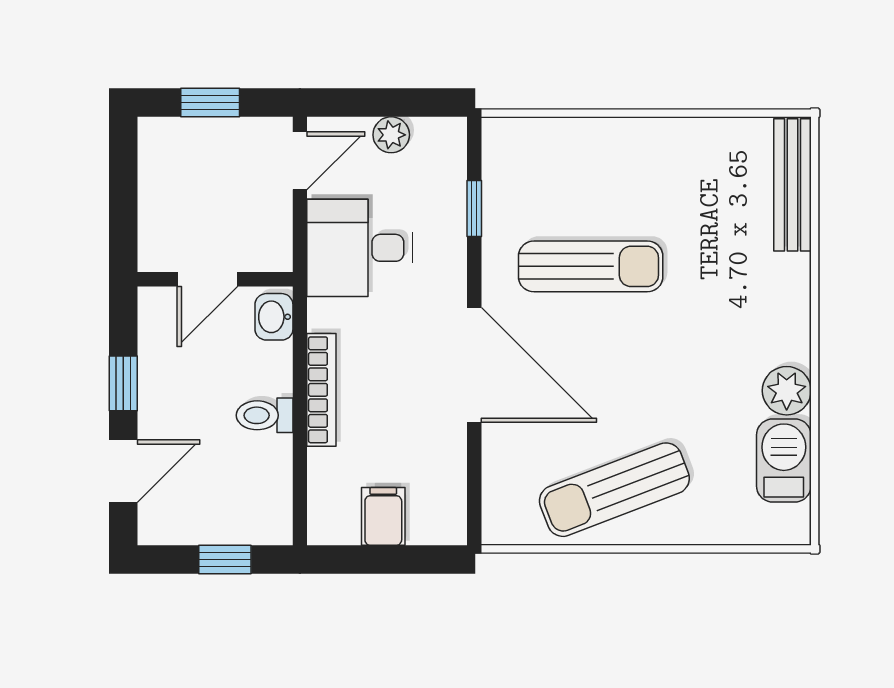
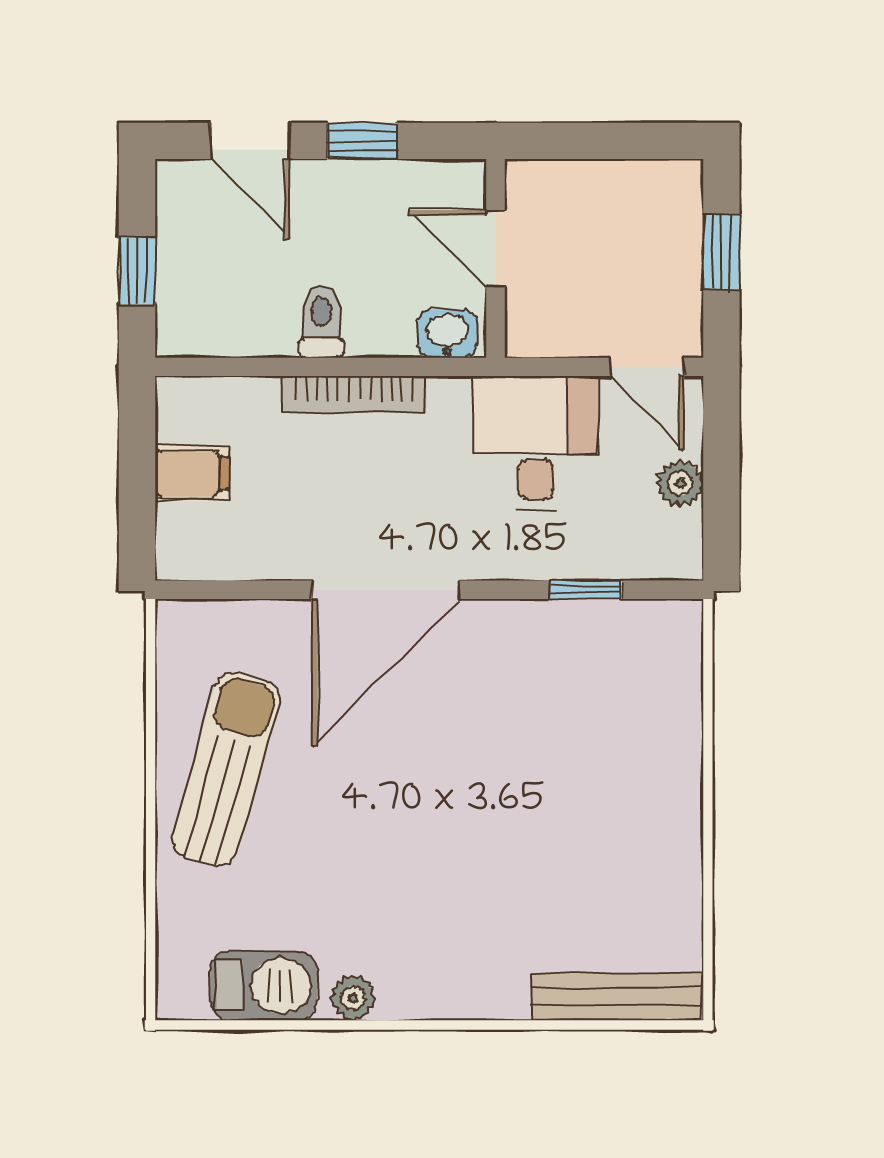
sun lounger: (591, 266) -> (512, 739), removed
plant: (787, 391) -> (353, 998), width x0.73, depth x0.73
sun lounger: (614, 490) -> (226, 769), turned 37

